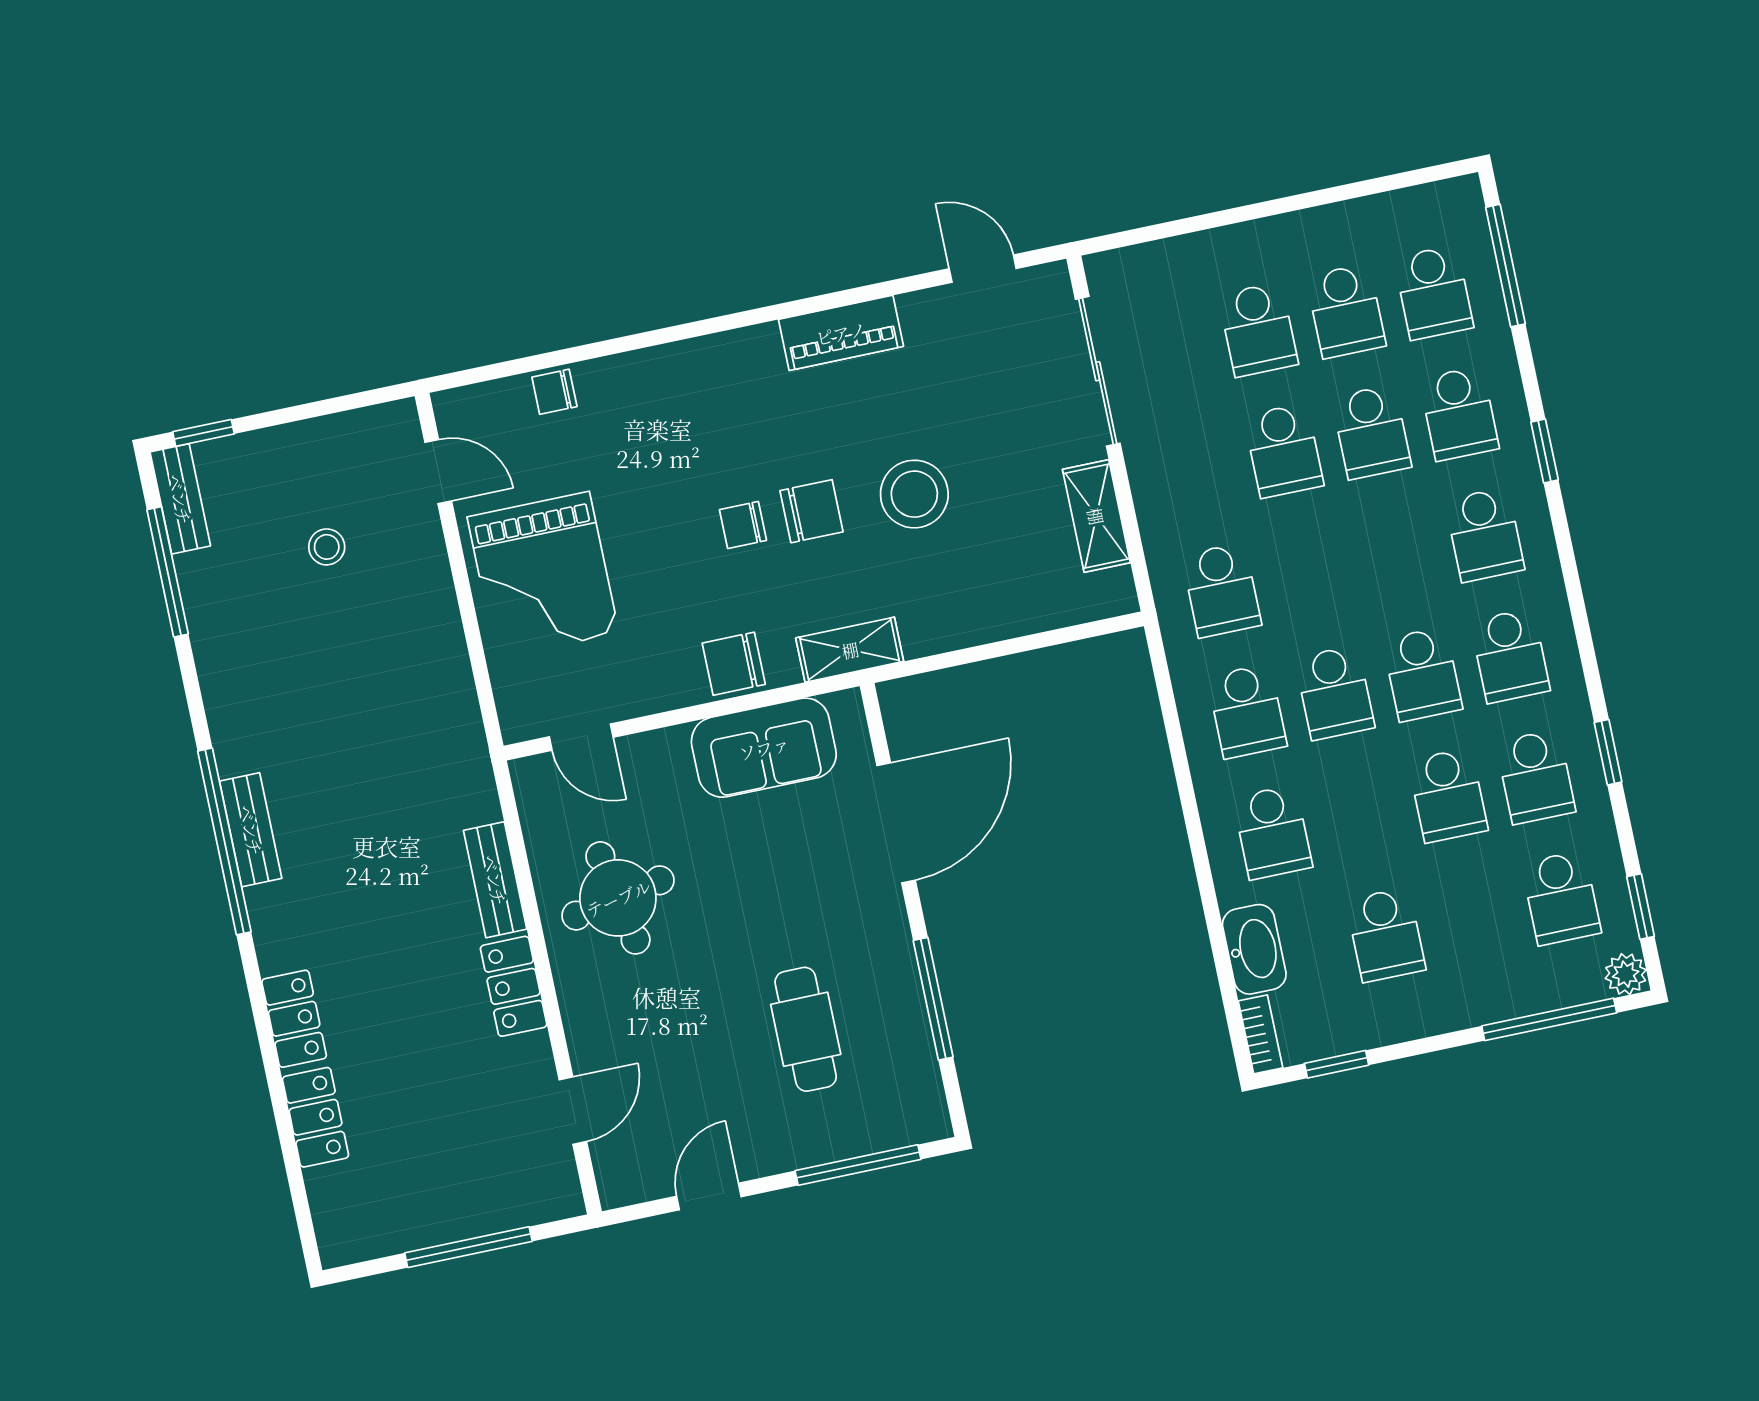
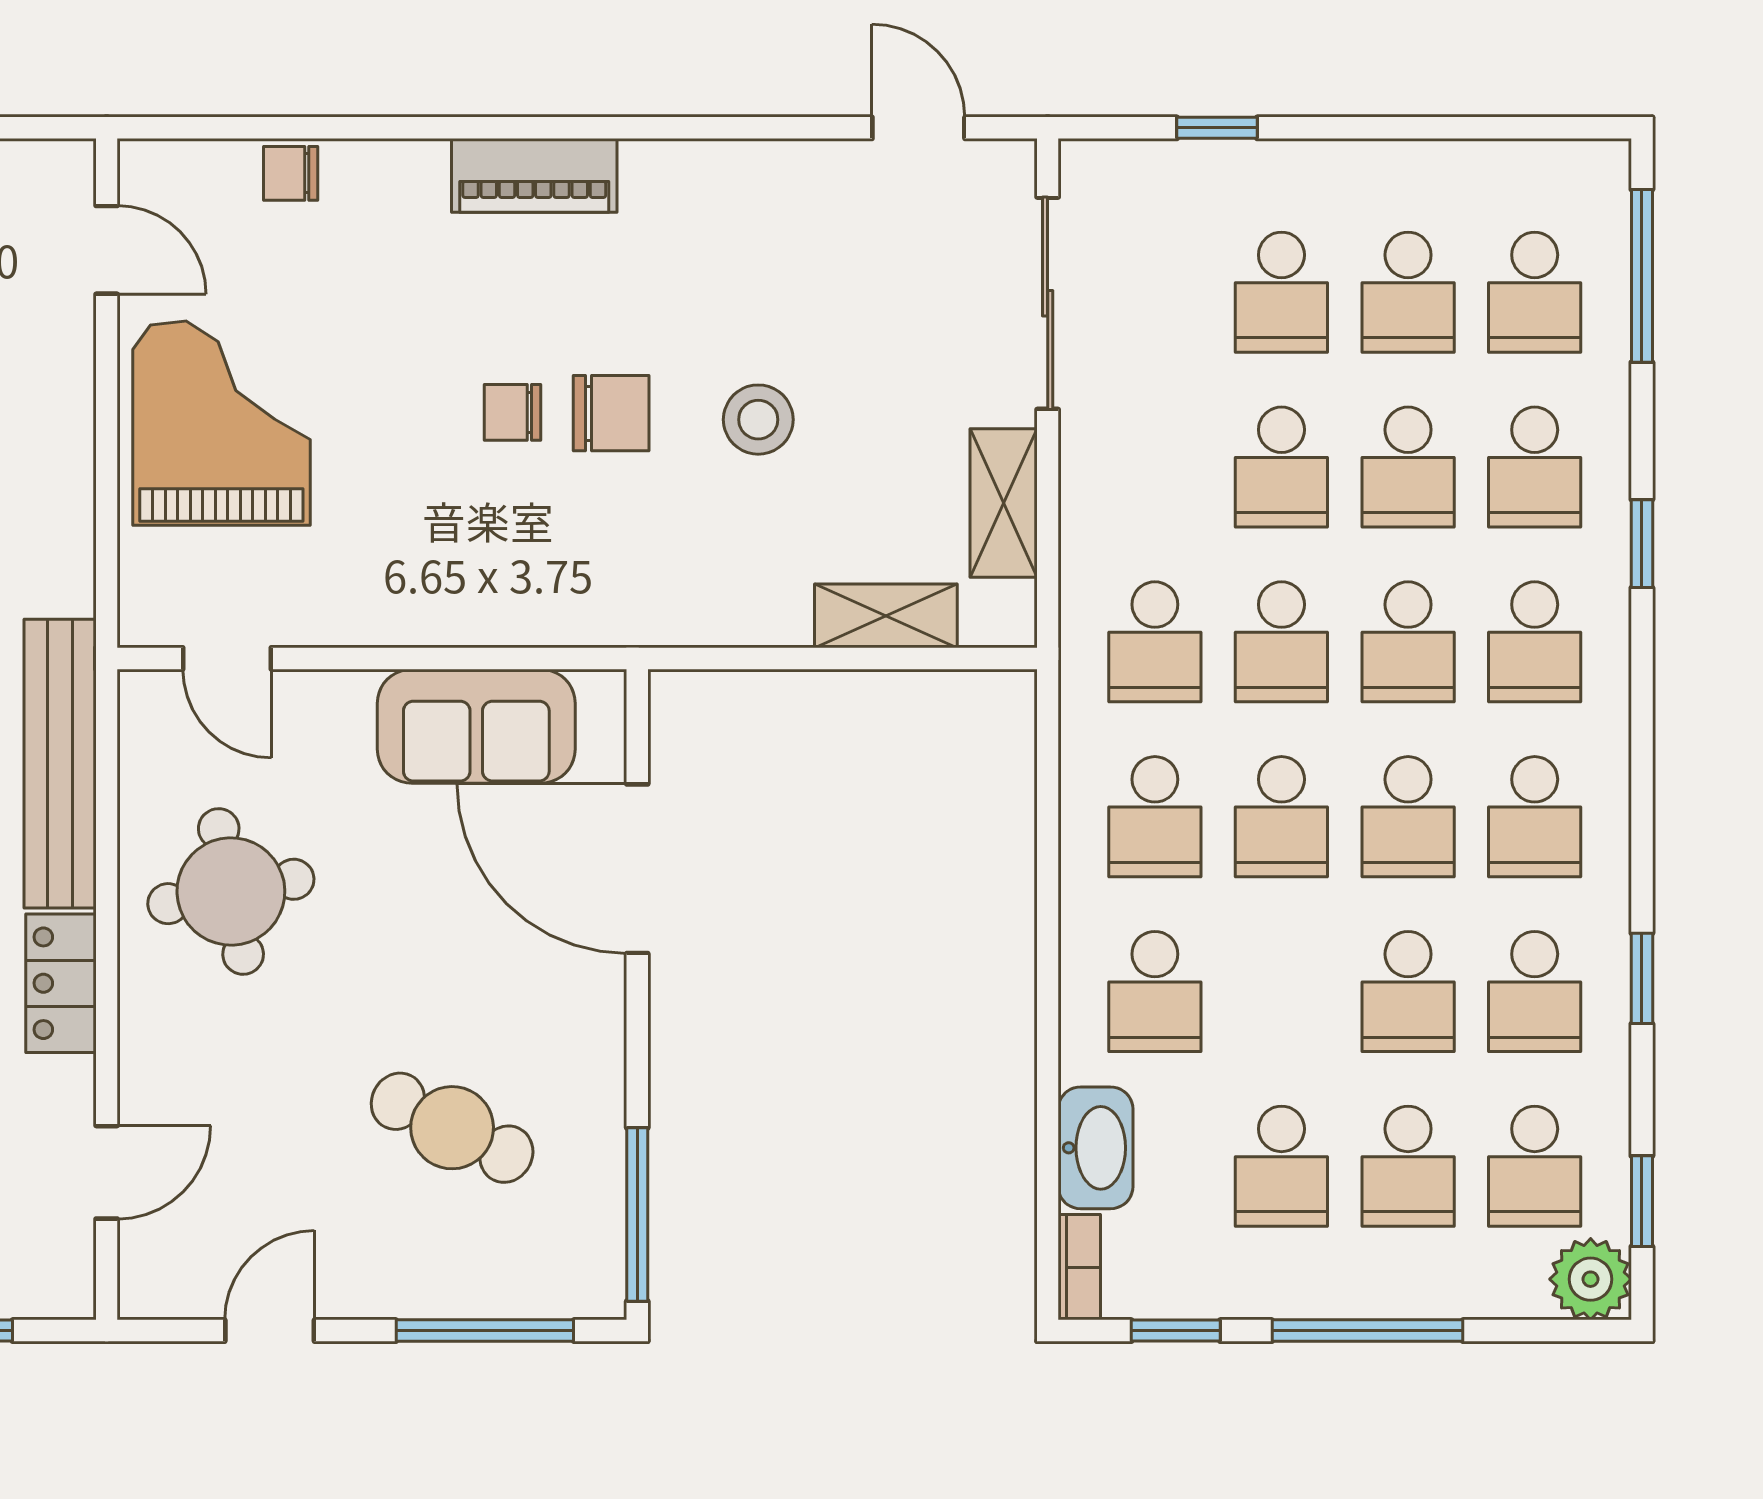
window: (1190, 225) -> (1217, 128), added
piano: (841, 333) -> (534, 175), moved
stool: (914, 494) -> (758, 420), width x0.73, depth x0.73
school desk: (1397, 553) -> (1408, 642), added
school desk: (1309, 572) -> (1281, 642), added
grand piano: (543, 575) -> (221, 423), turned 180
shelving: (850, 650) -> (886, 616), moved
chair: (734, 664) -> (459, 601), removed
door: (896, 823) -> (637, 869), swing flipped
bench: (495, 880) -> (60, 764), width x1.86, depth x1.21
school desk: (1473, 916) -> (1408, 1166), added
plant: (1626, 974) -> (1591, 1279), width x1.38, depth x1.38
window: (933, 999) -> (637, 1215), moved
window: (1549, 1019) -> (1367, 1331), moved
cafe table: (806, 1029) -> (452, 1128), turned -64

